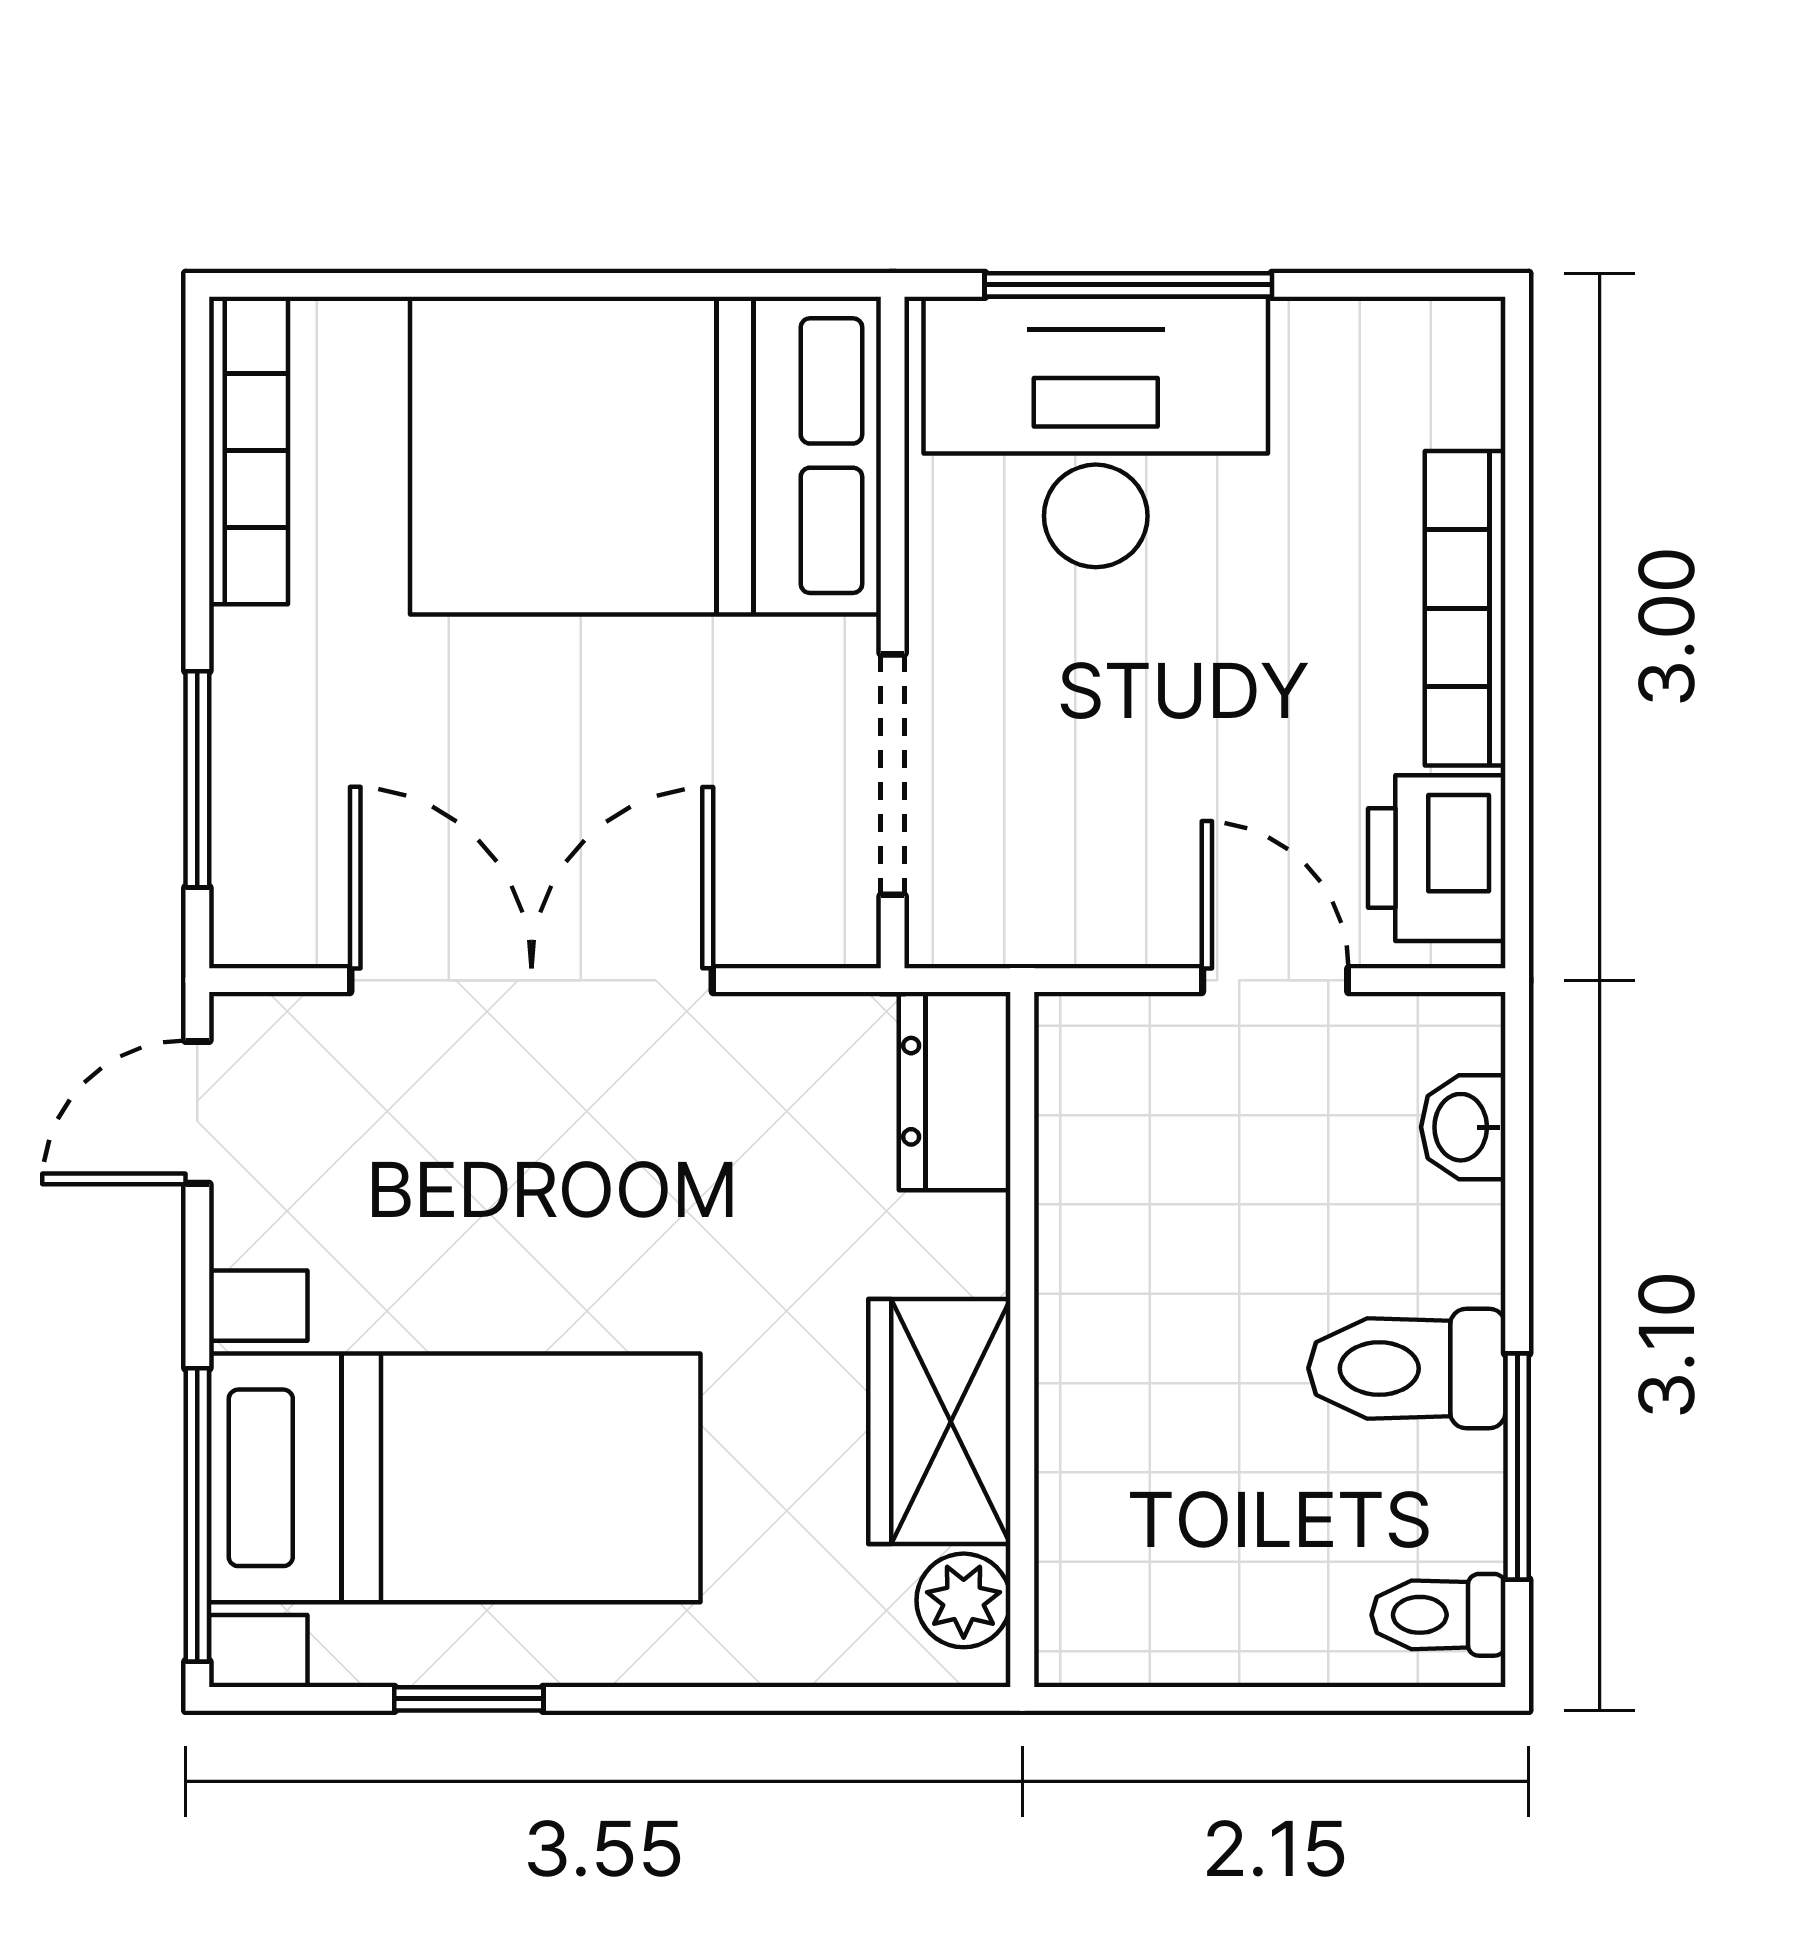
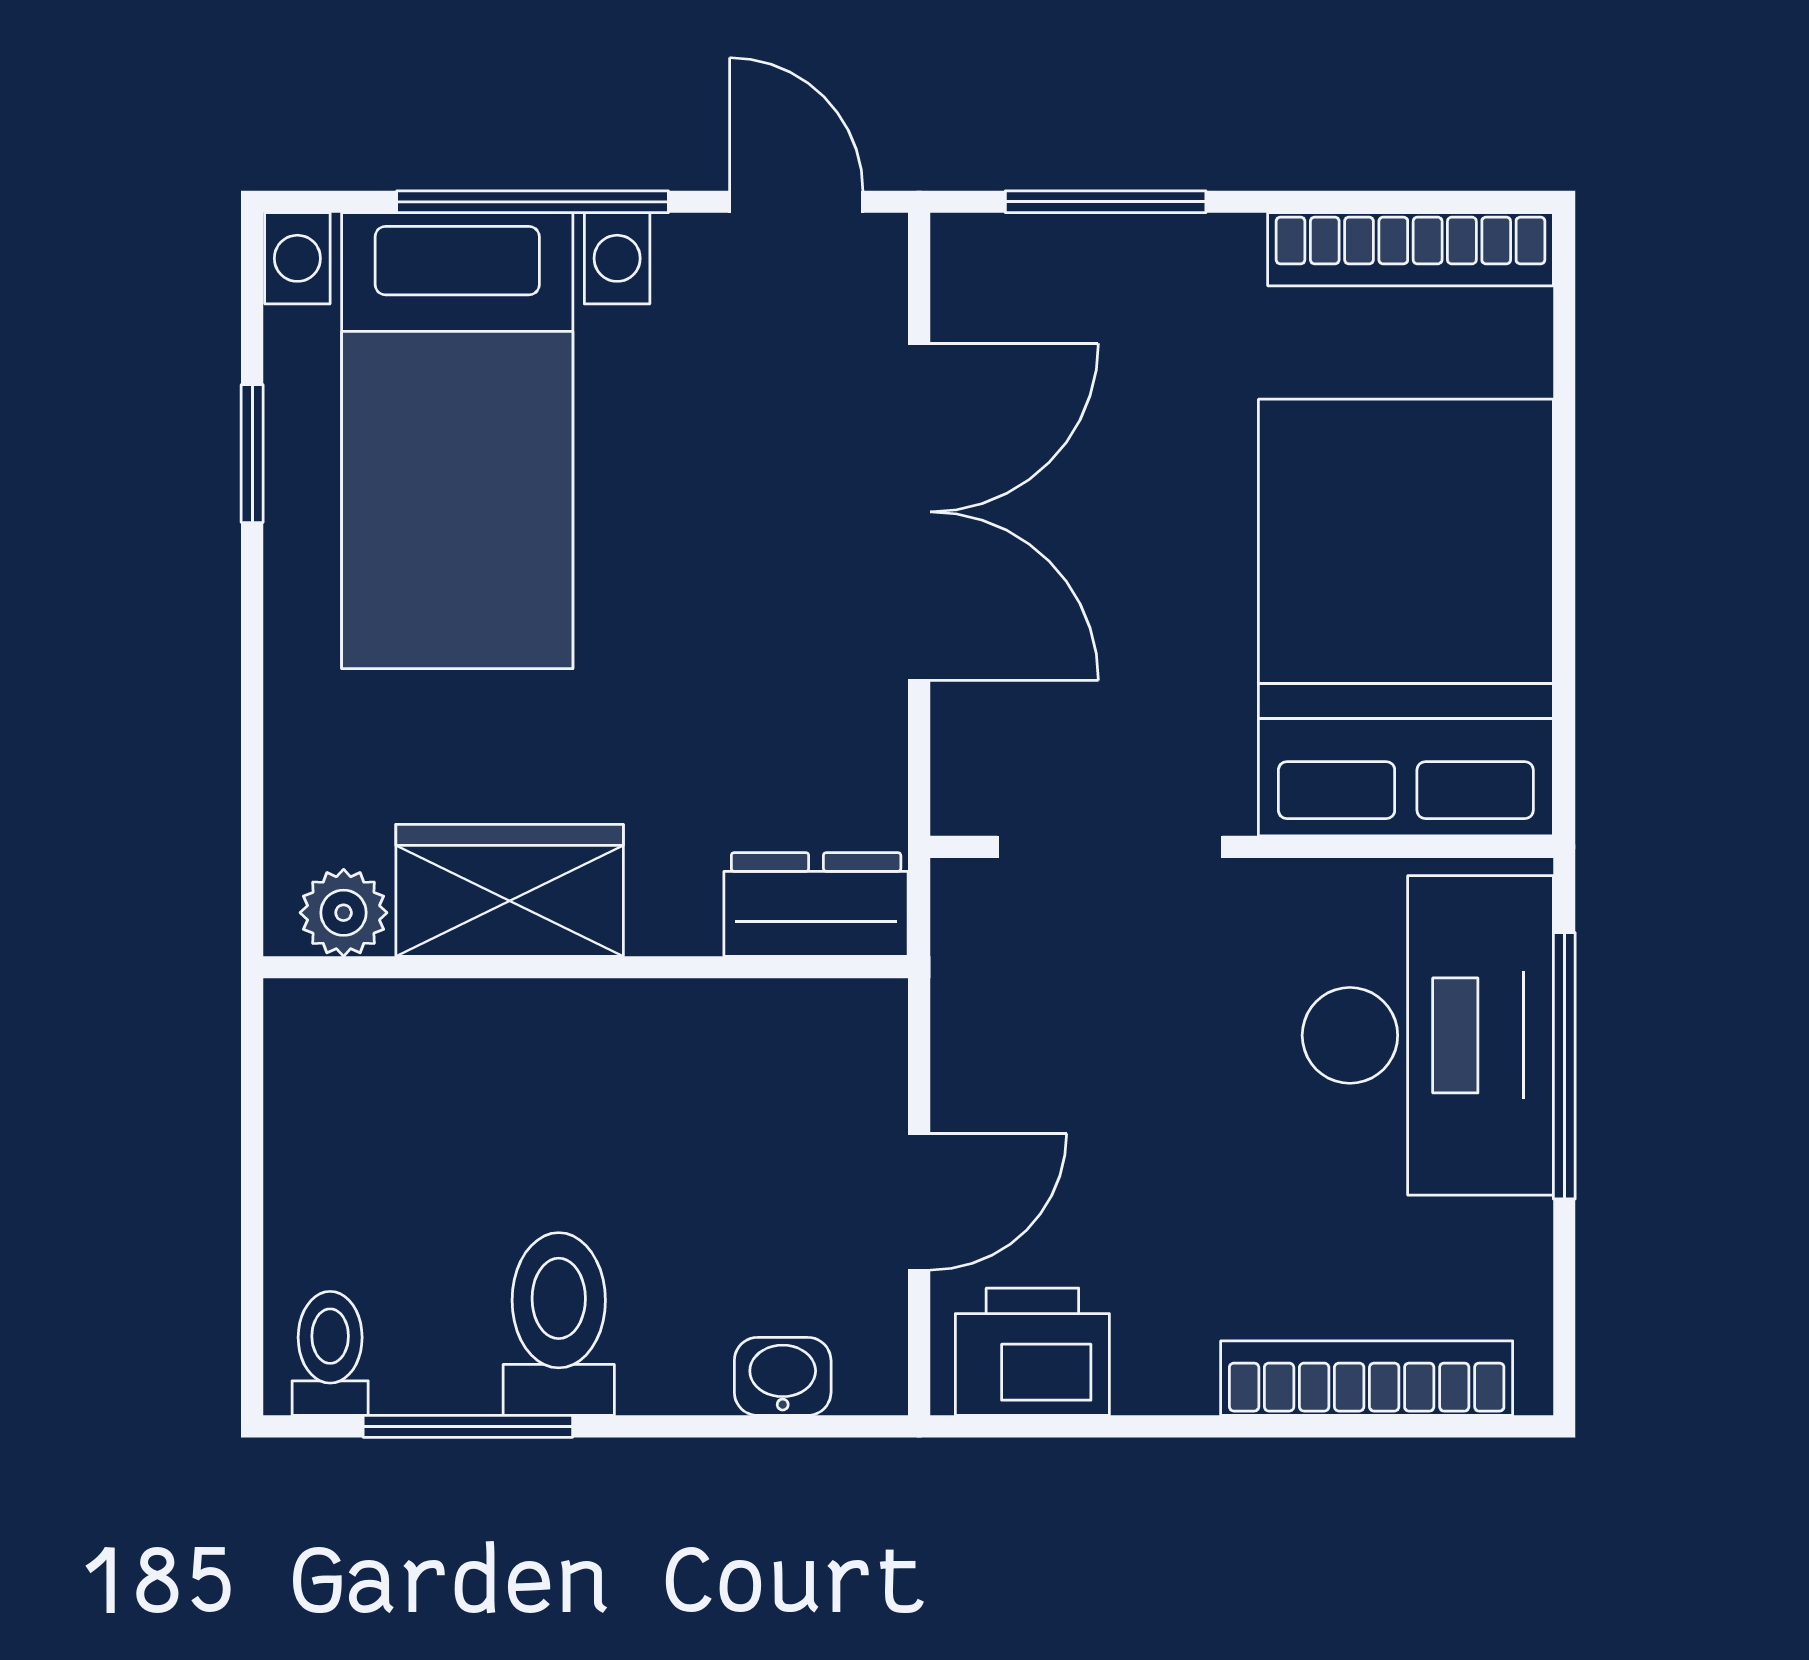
bookcase: (1465, 608) -> (1367, 1378), moved
window: (197, 1515) -> (533, 202), moved

